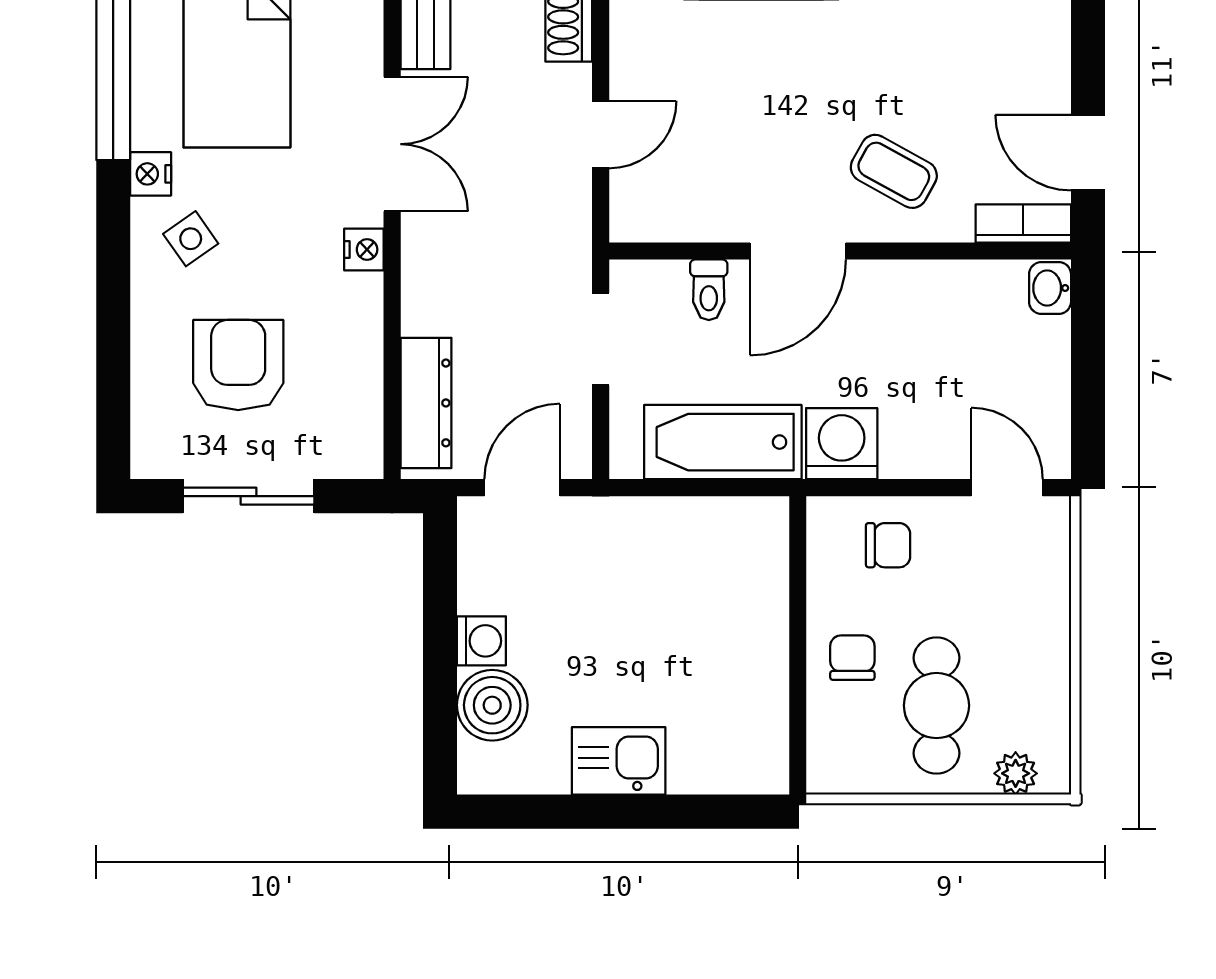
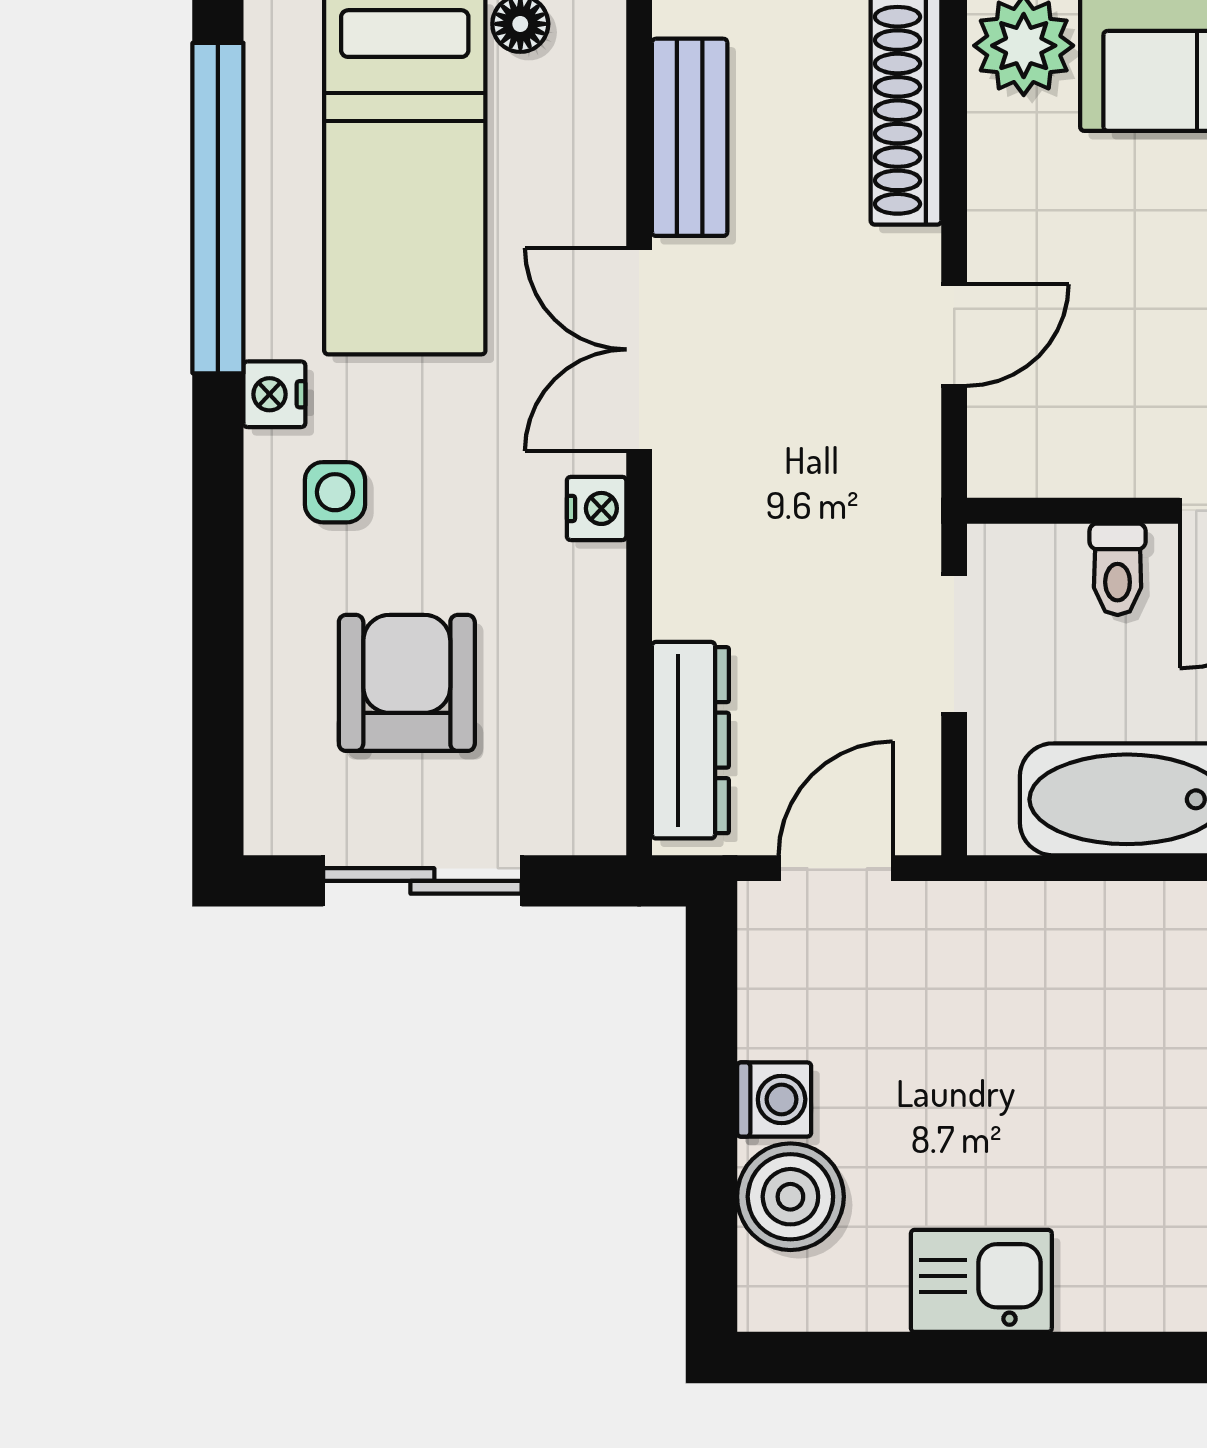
double door: (392, 144) -> (639, 349), swing flipped
side table: (191, 239) -> (335, 492), turned 35

